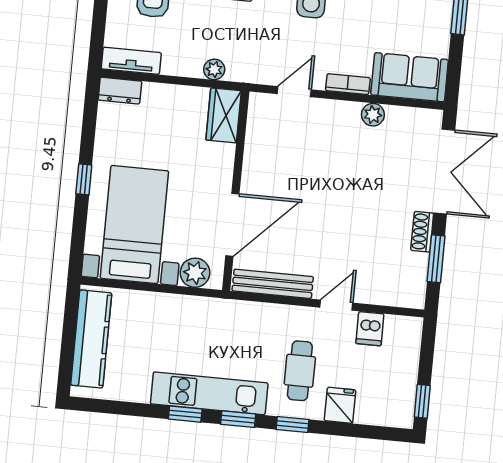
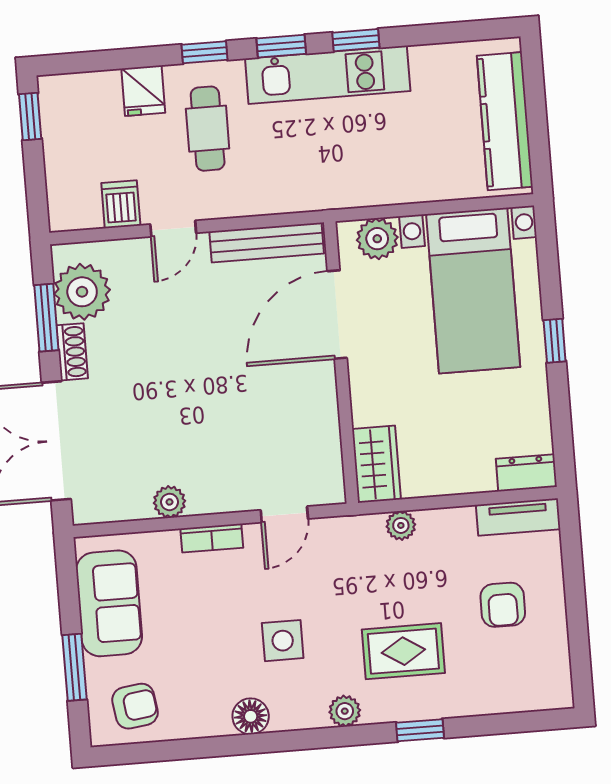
sofa: (410, 77) -> (109, 603), moved, turned -90
plant: (408, 272) -> (82, 292), added

